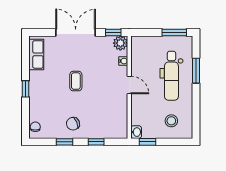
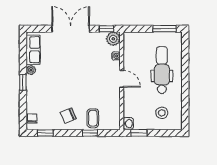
window: (196, 71) -> (185, 65), removed
plant: (34, 76) -> (31, 70), added
dental chair: (171, 76) -> (162, 70), turned 180
coffee table: (76, 81) -> (93, 118), moved
window: (65, 142) -> (45, 133), moved

